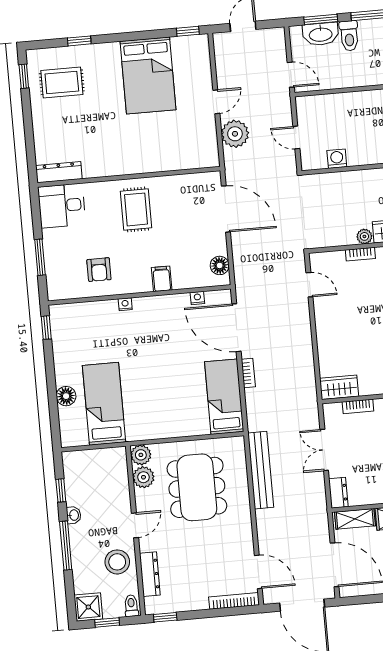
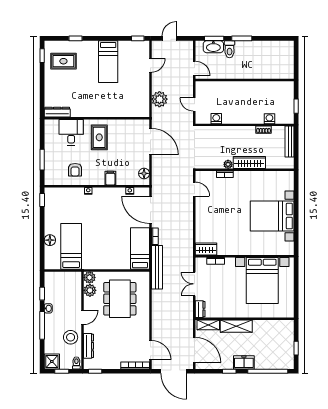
bed: (148, 75) -> (108, 62), width x0.67
door: (216, 102) -> (150, 65), moved
desk: (62, 206) -> (71, 132), moved, turned 90
bench: (261, 470) -> (157, 267), moved

